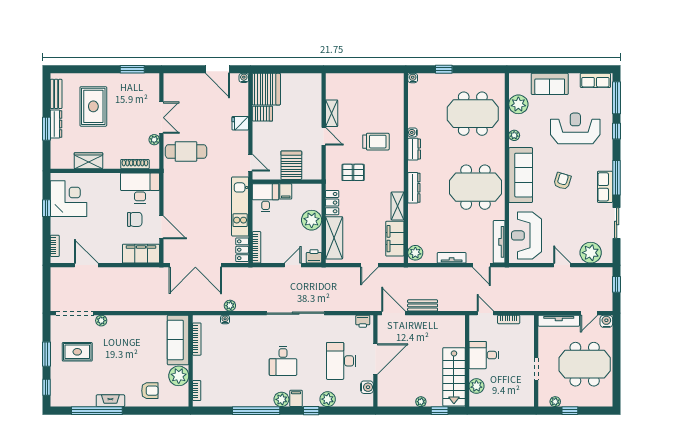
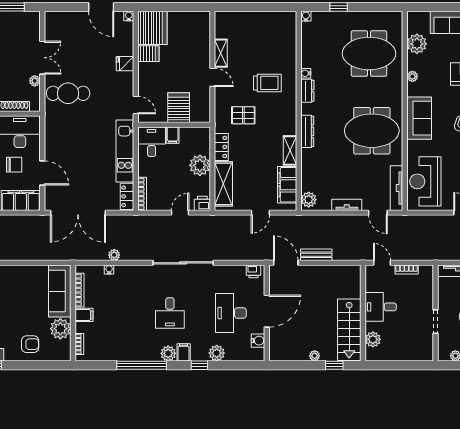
sofa: (521, 175) -> (419, 118), width x0.73
filing cabinet: (201, 363) -> (84, 315), added

